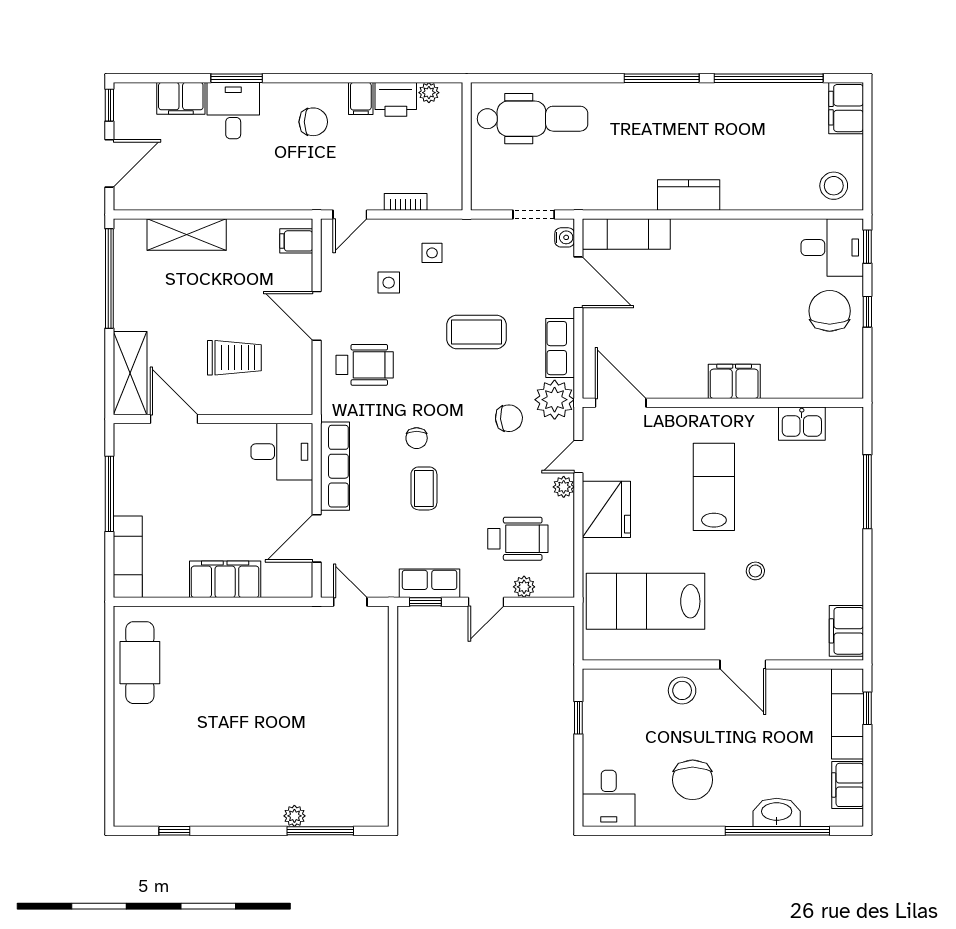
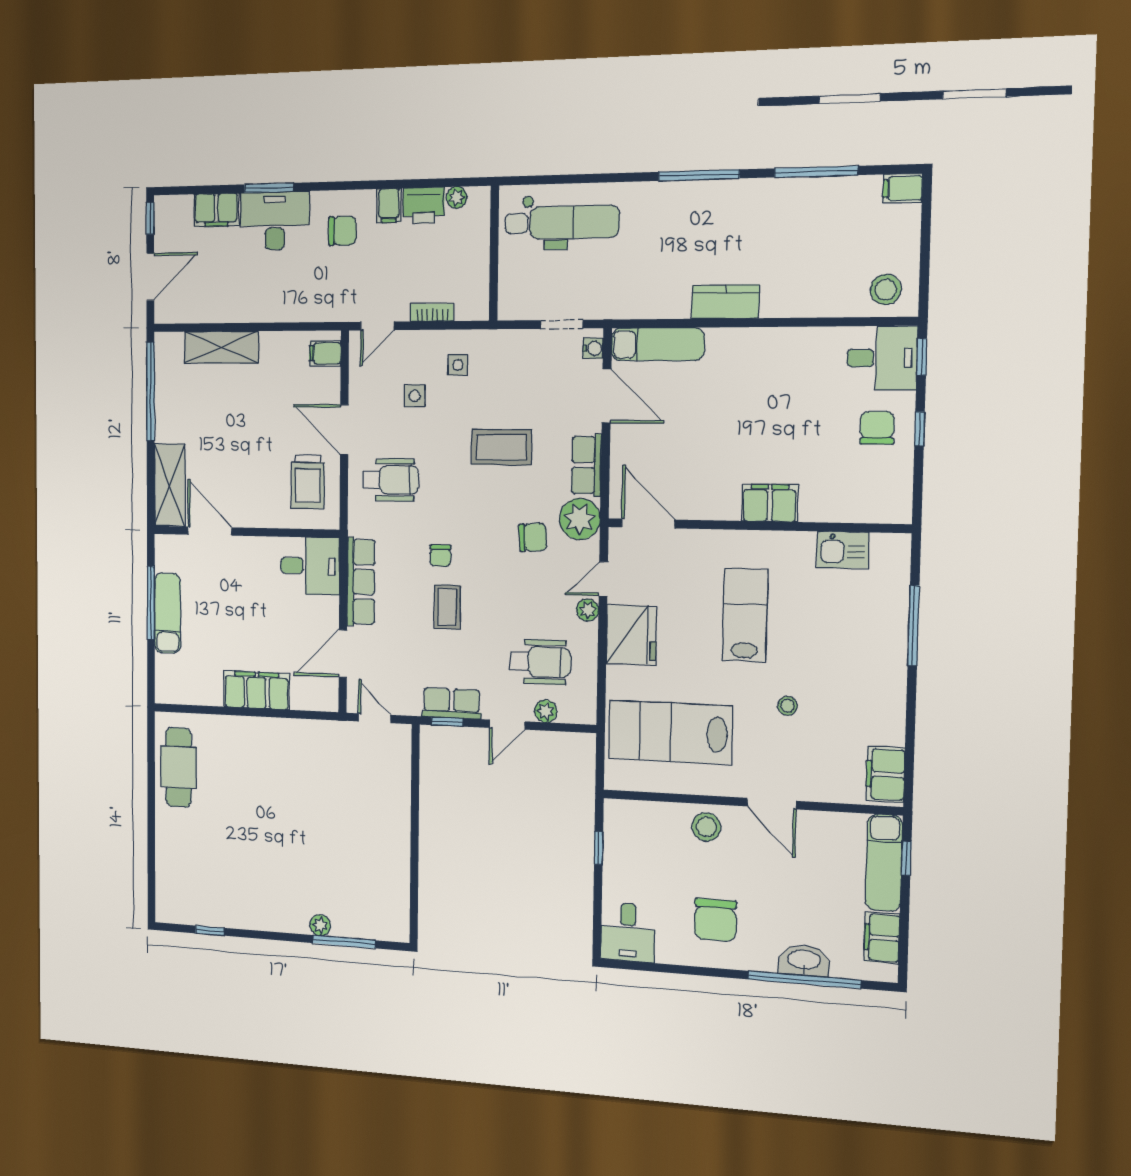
window: (769, 78) -> (816, 172), width x0.68
filing cabinet: (846, 108) -> (903, 188), width x0.50
desk: (233, 111) -> (275, 221), width x1.37
chair: (830, 311) -> (877, 428), width x0.73, depth x0.73
trolley: (234, 358) -> (308, 482), moved, turned 90
exam couch: (128, 557) -> (168, 613), moved

